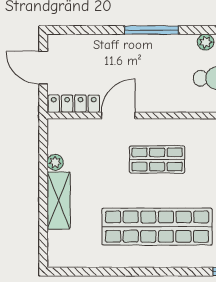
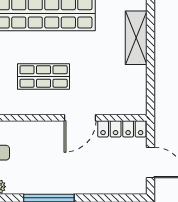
plant: (55, 162) -> (139, 74), removed

